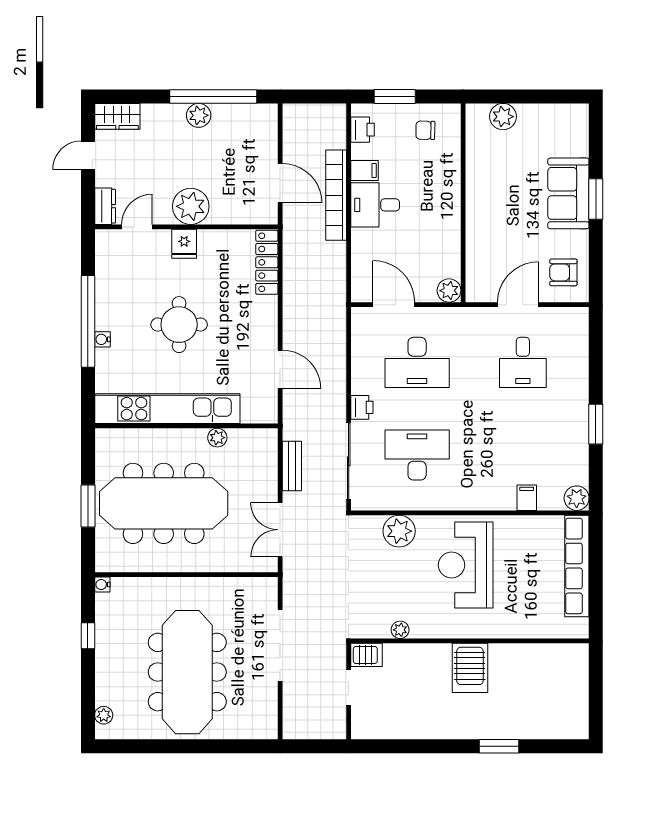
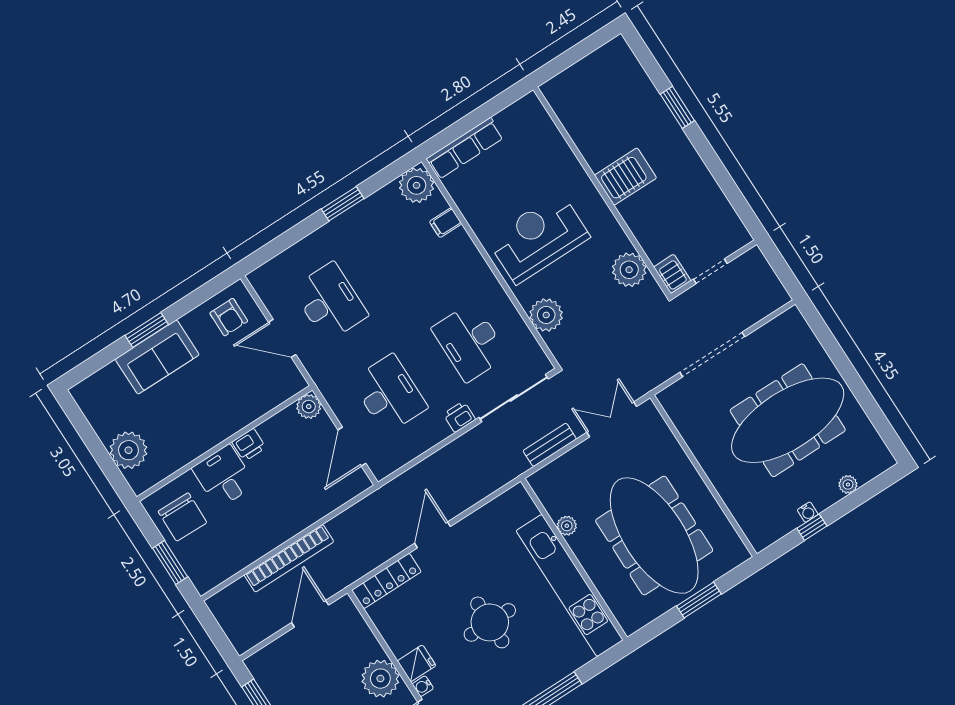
plant: (503, 117) -> (128, 450), width x1.36, depth x1.36
printer: (363, 130) -> (249, 445), moved, turned 180
chair: (425, 130) -> (182, 517), width x1.87, depth x1.87
filing cabinet: (365, 170) -> (252, 547), removed
desk: (375, 205) -> (224, 476), moved, turned 180
water cooler: (102, 339) -> (423, 686), moved, turned 90
desk: (523, 362) -> (330, 302), width x1.37
door: (280, 369) -> (432, 535), moved
plant: (577, 498) -> (417, 185), width x1.36, depth x1.36
double door: (280, 530) -> (612, 419), swing flipped
reception desk: (466, 565) -> (538, 238), turned 180
row of seats: (577, 566) -> (465, 148), width x0.73
water cooler: (102, 584) -> (808, 512), moved
plant: (400, 630) -> (629, 270), width x1.88, depth x1.88
plant: (104, 715) -> (848, 484), moved

